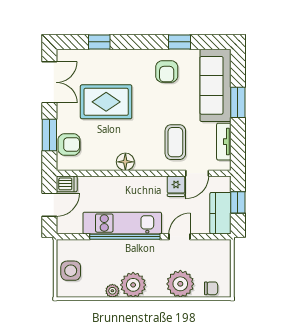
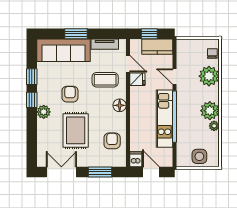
window: (99, 42) -> (32, 100), moved
plant: (132, 58) -> (44, 112), added
armchair: (167, 71) -> (70, 94), moved, turned -90
armchair: (69, 144) -> (112, 141), moved
floor lamp: (125, 162) -> (120, 105), moved

